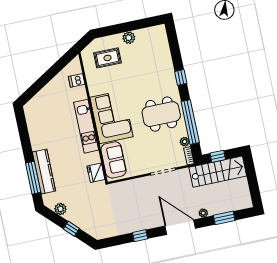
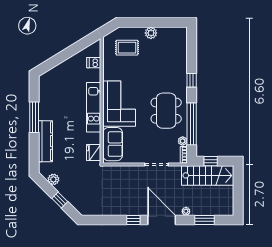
dining table: (161, 114) -> (166, 111), turned 90
window: (33, 178) -> (34, 117), moved
window: (140, 236) -> (133, 220), moved

